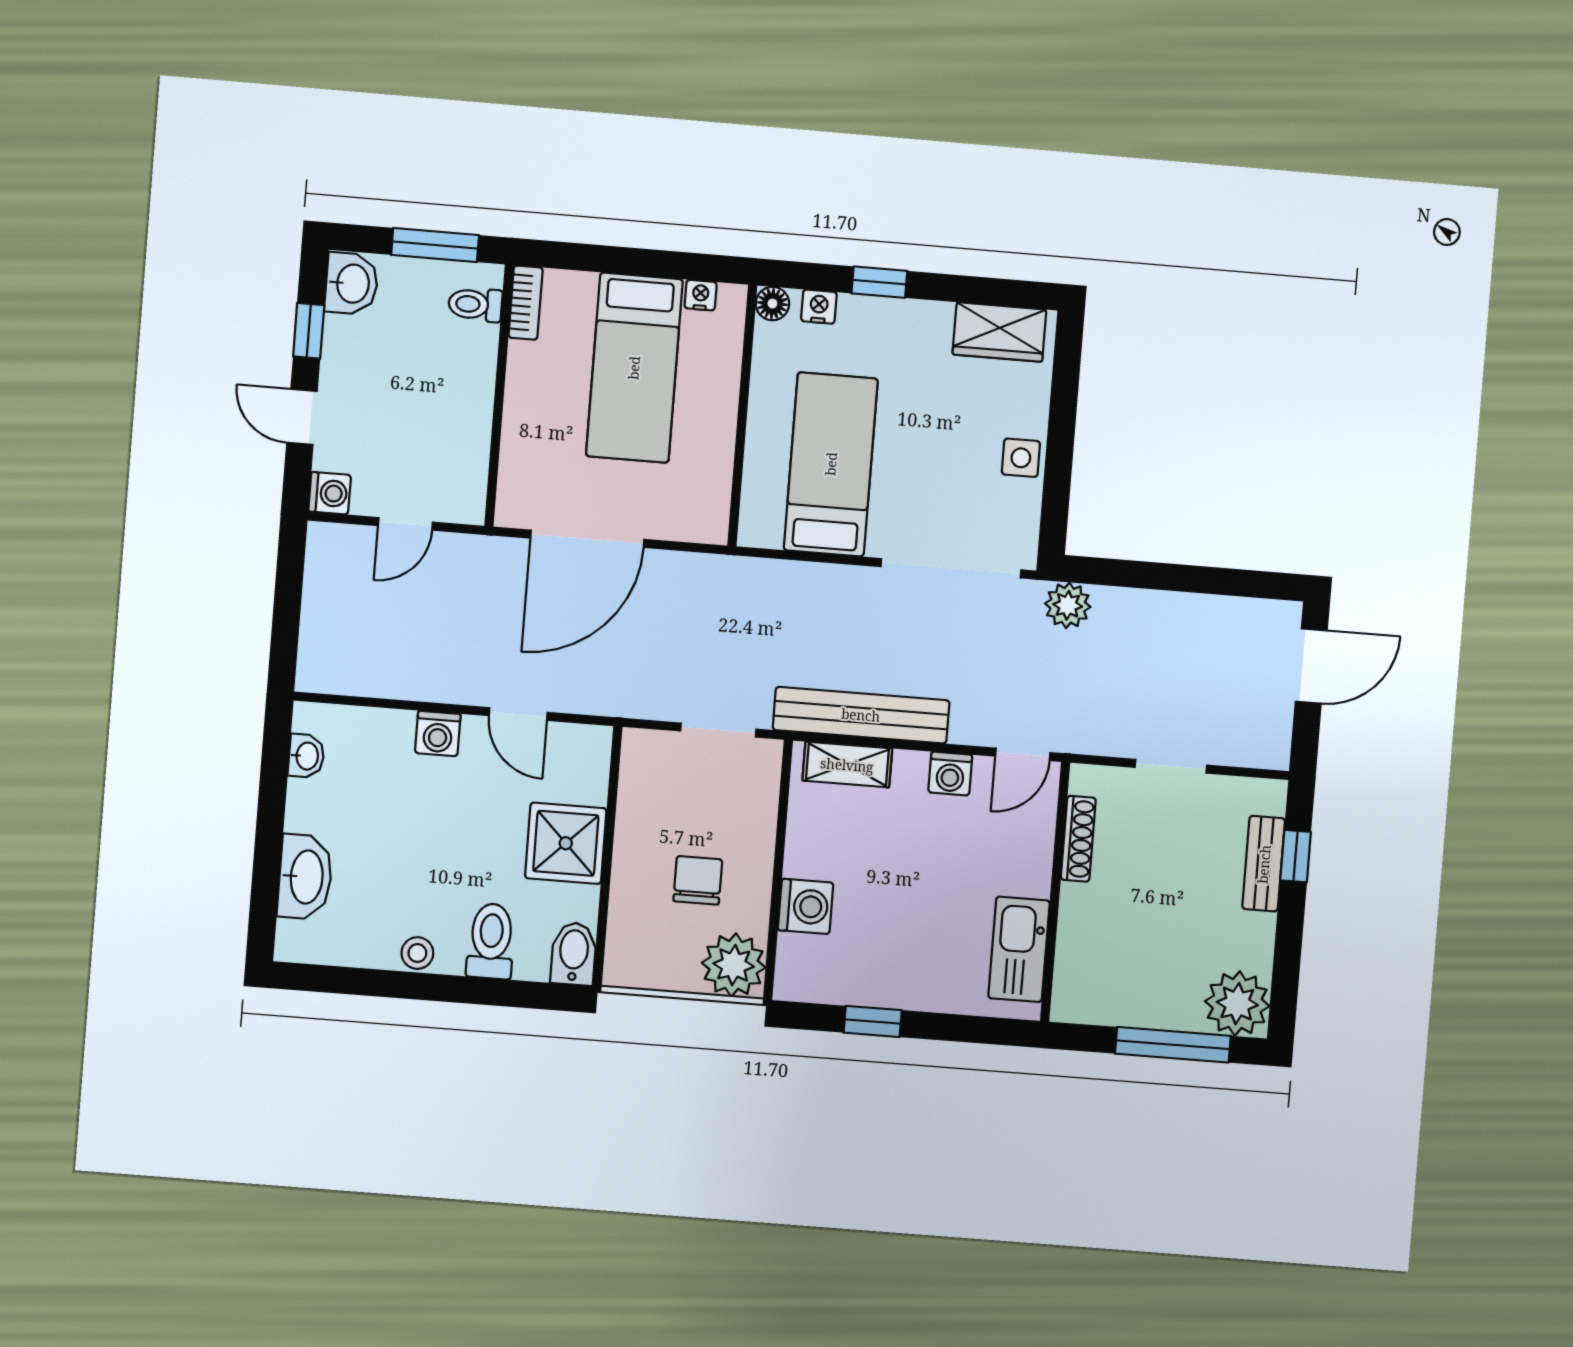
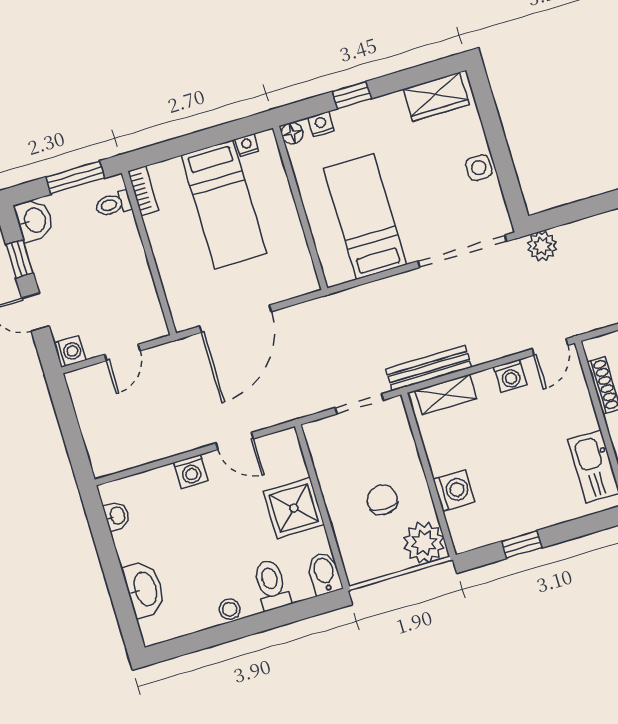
bench: (861, 715) -> (429, 368), width x0.73, depth x0.82

